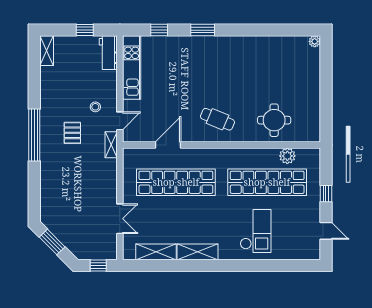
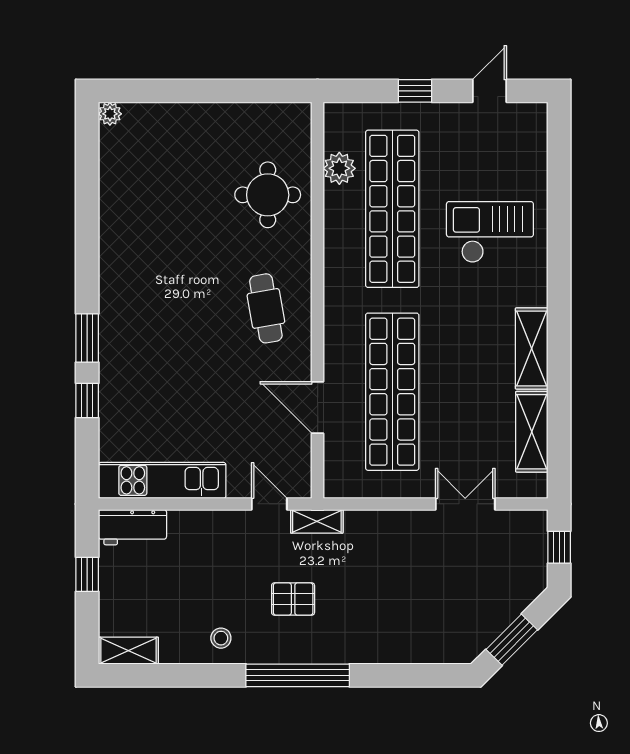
window: (159, 30) -> (87, 400), moved
stool: (95, 107) -> (221, 638), moved
cafe table: (217, 119) -> (266, 308), turned -33

